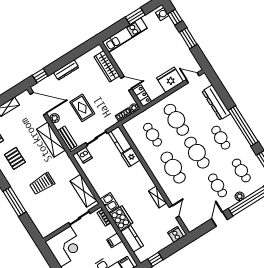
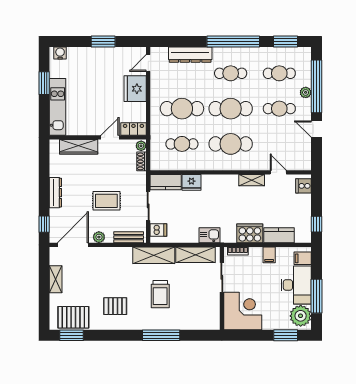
window: (175, 17) -> (72, 42), removed
shelving: (51, 140) -> (154, 255), moved
kitchen sink: (109, 203) -> (210, 235), moved

